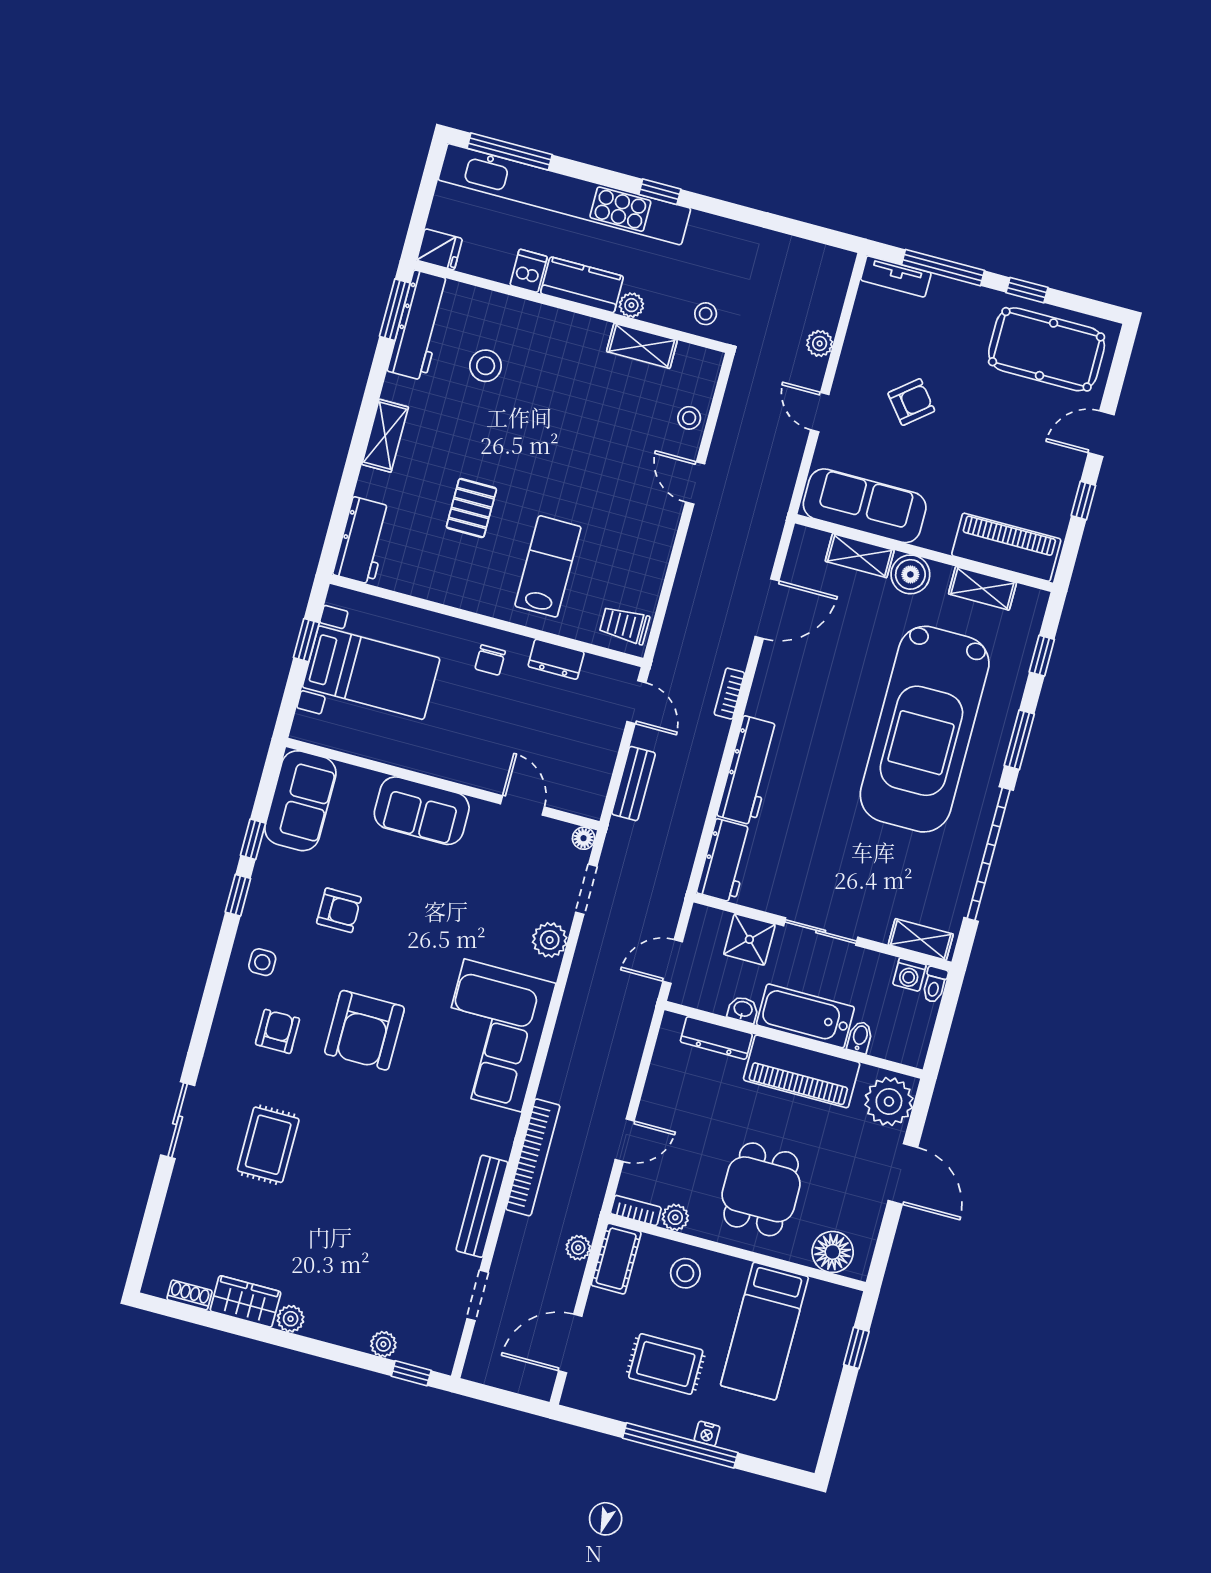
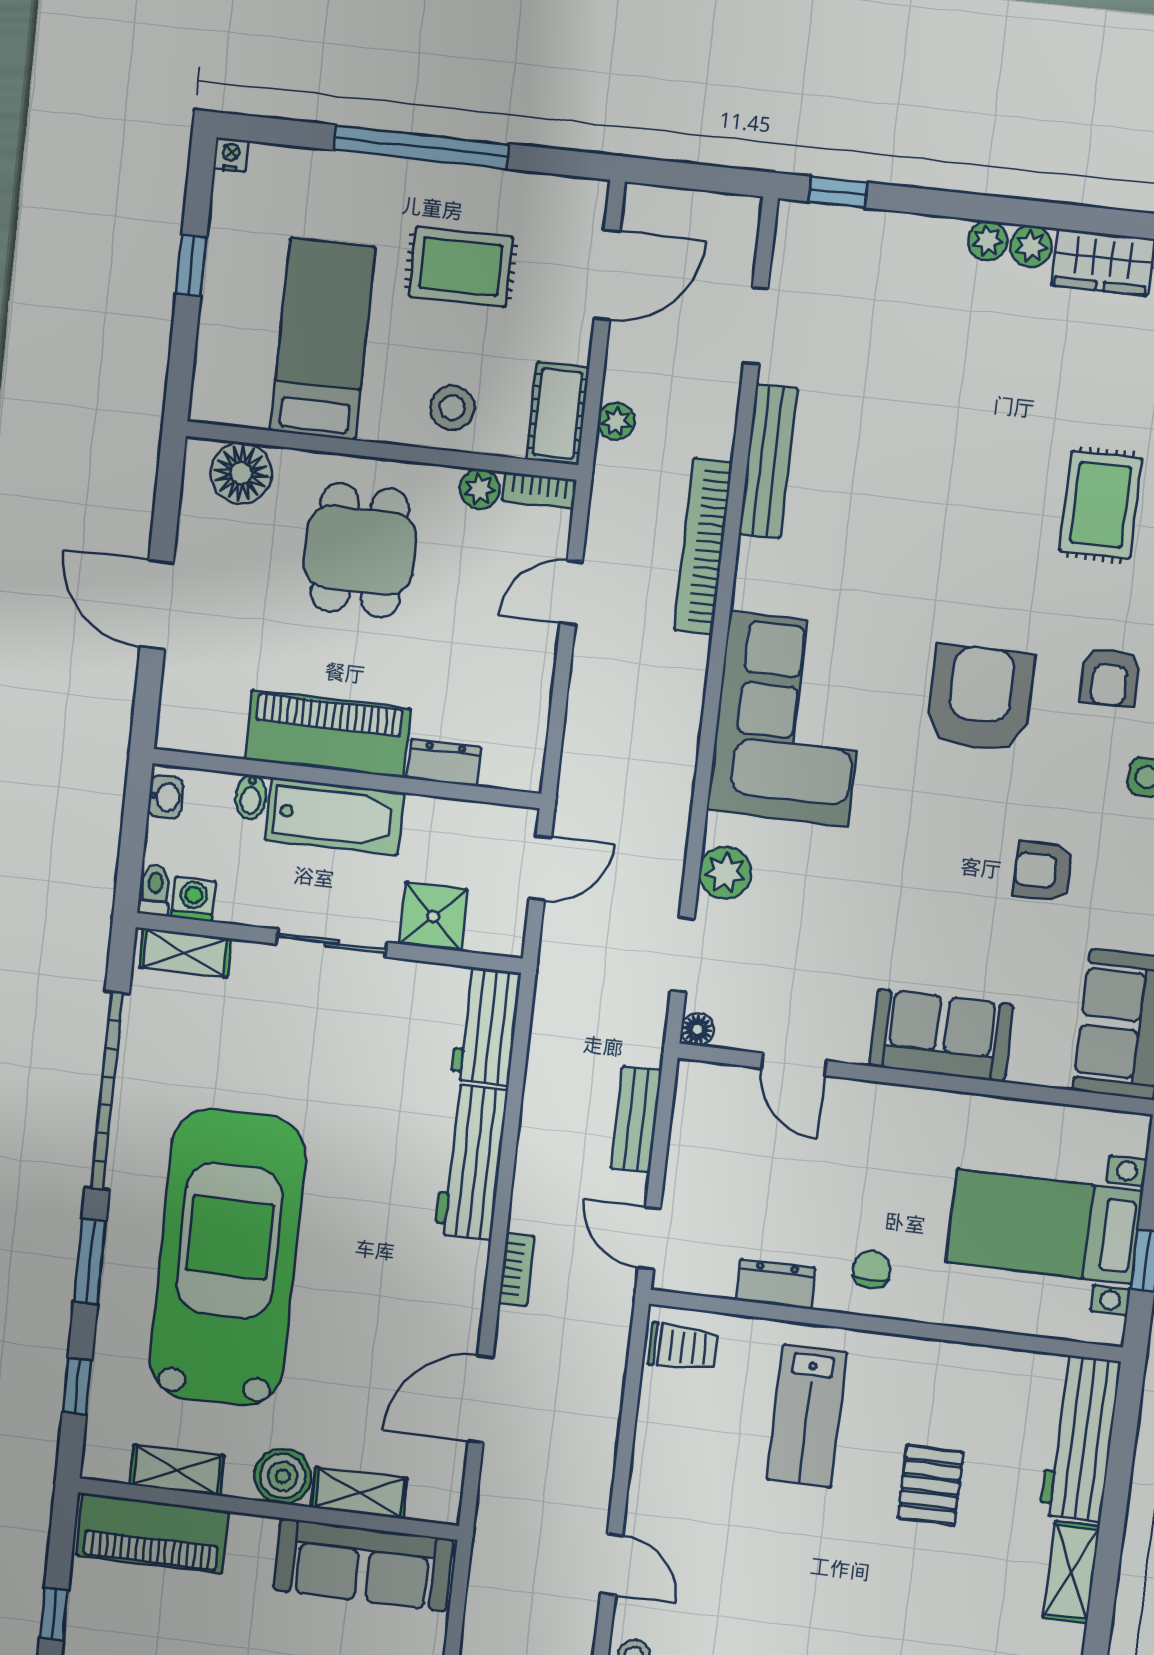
workbench: (363, 541) -> (1080, 1438), width x1.38
washbasin: (743, 1010) -> (166, 797), moved, turned -90
dresser: (716, 1038) -> (444, 763), width x0.70
plant: (889, 1102) -> (194, 709), removed
plant: (383, 1344) -> (987, 241), moved
window: (856, 1348) -> (191, 265), moved
nightstand: (707, 1434) -> (231, 155), moved

